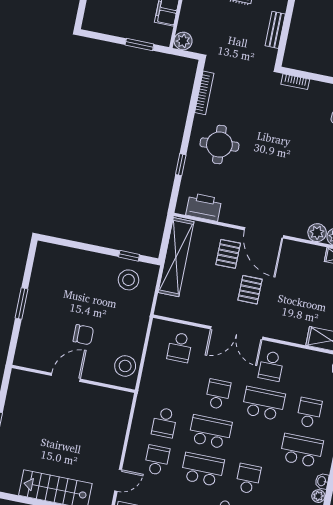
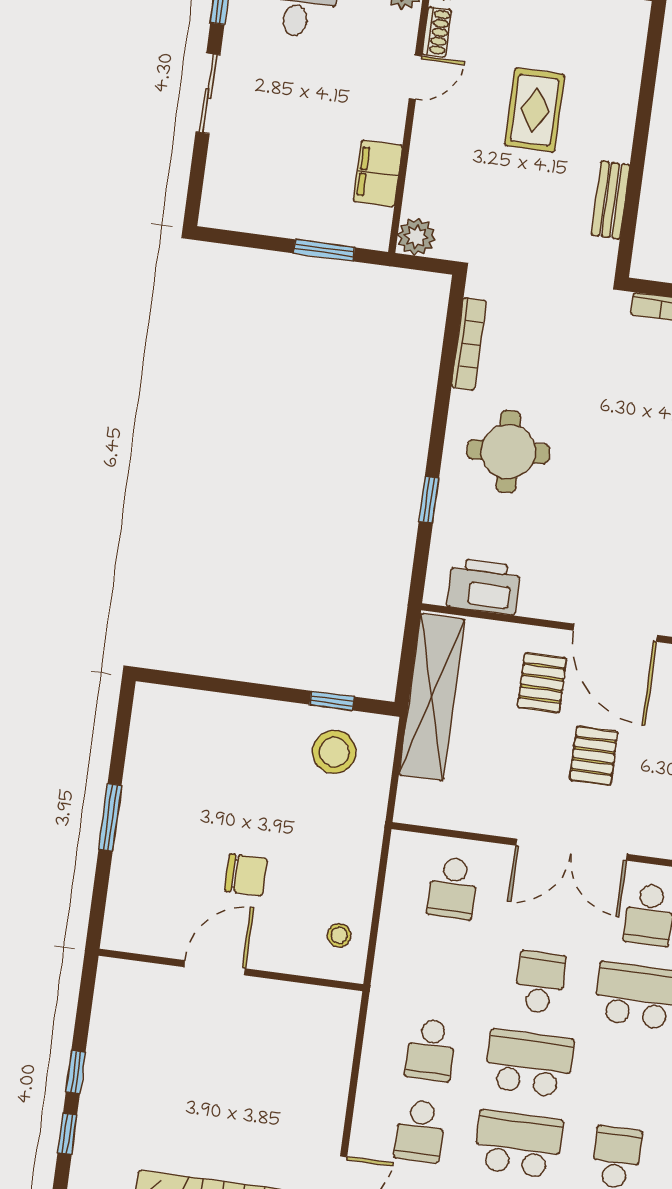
stool: (125, 366) -> (339, 935), width x0.53, depth x0.53
school desk: (157, 460) -> (420, 1131), turned 180

